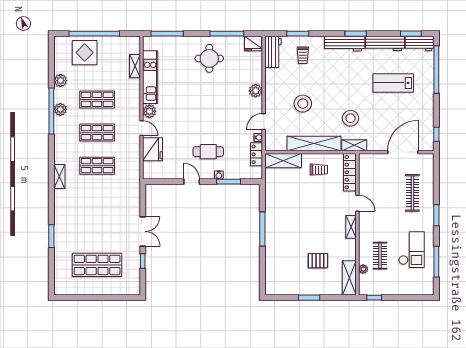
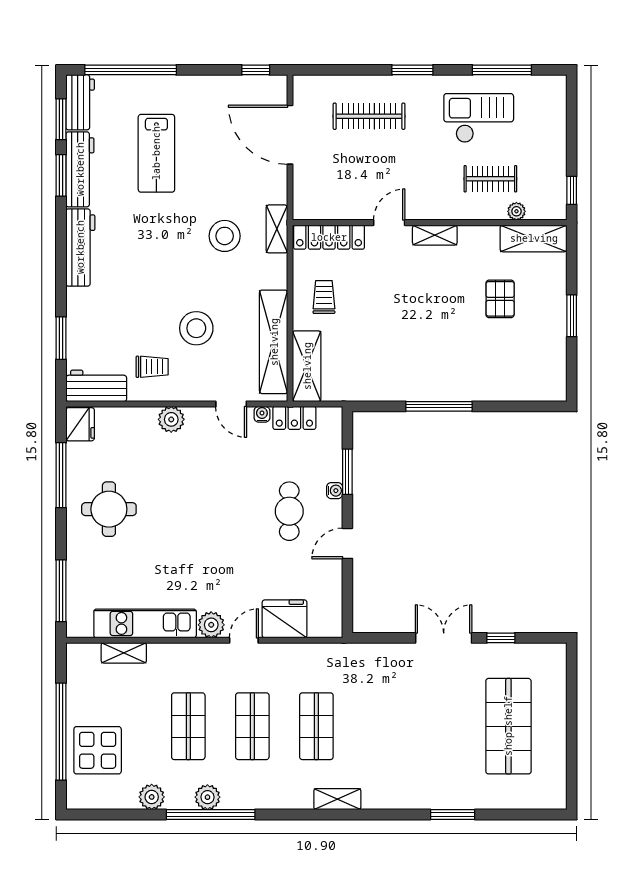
window: (356, 34) -> (61, 175), moved
trolley: (303, 55) -> (152, 367), moved
shelving: (314, 144) -> (274, 342), moved

